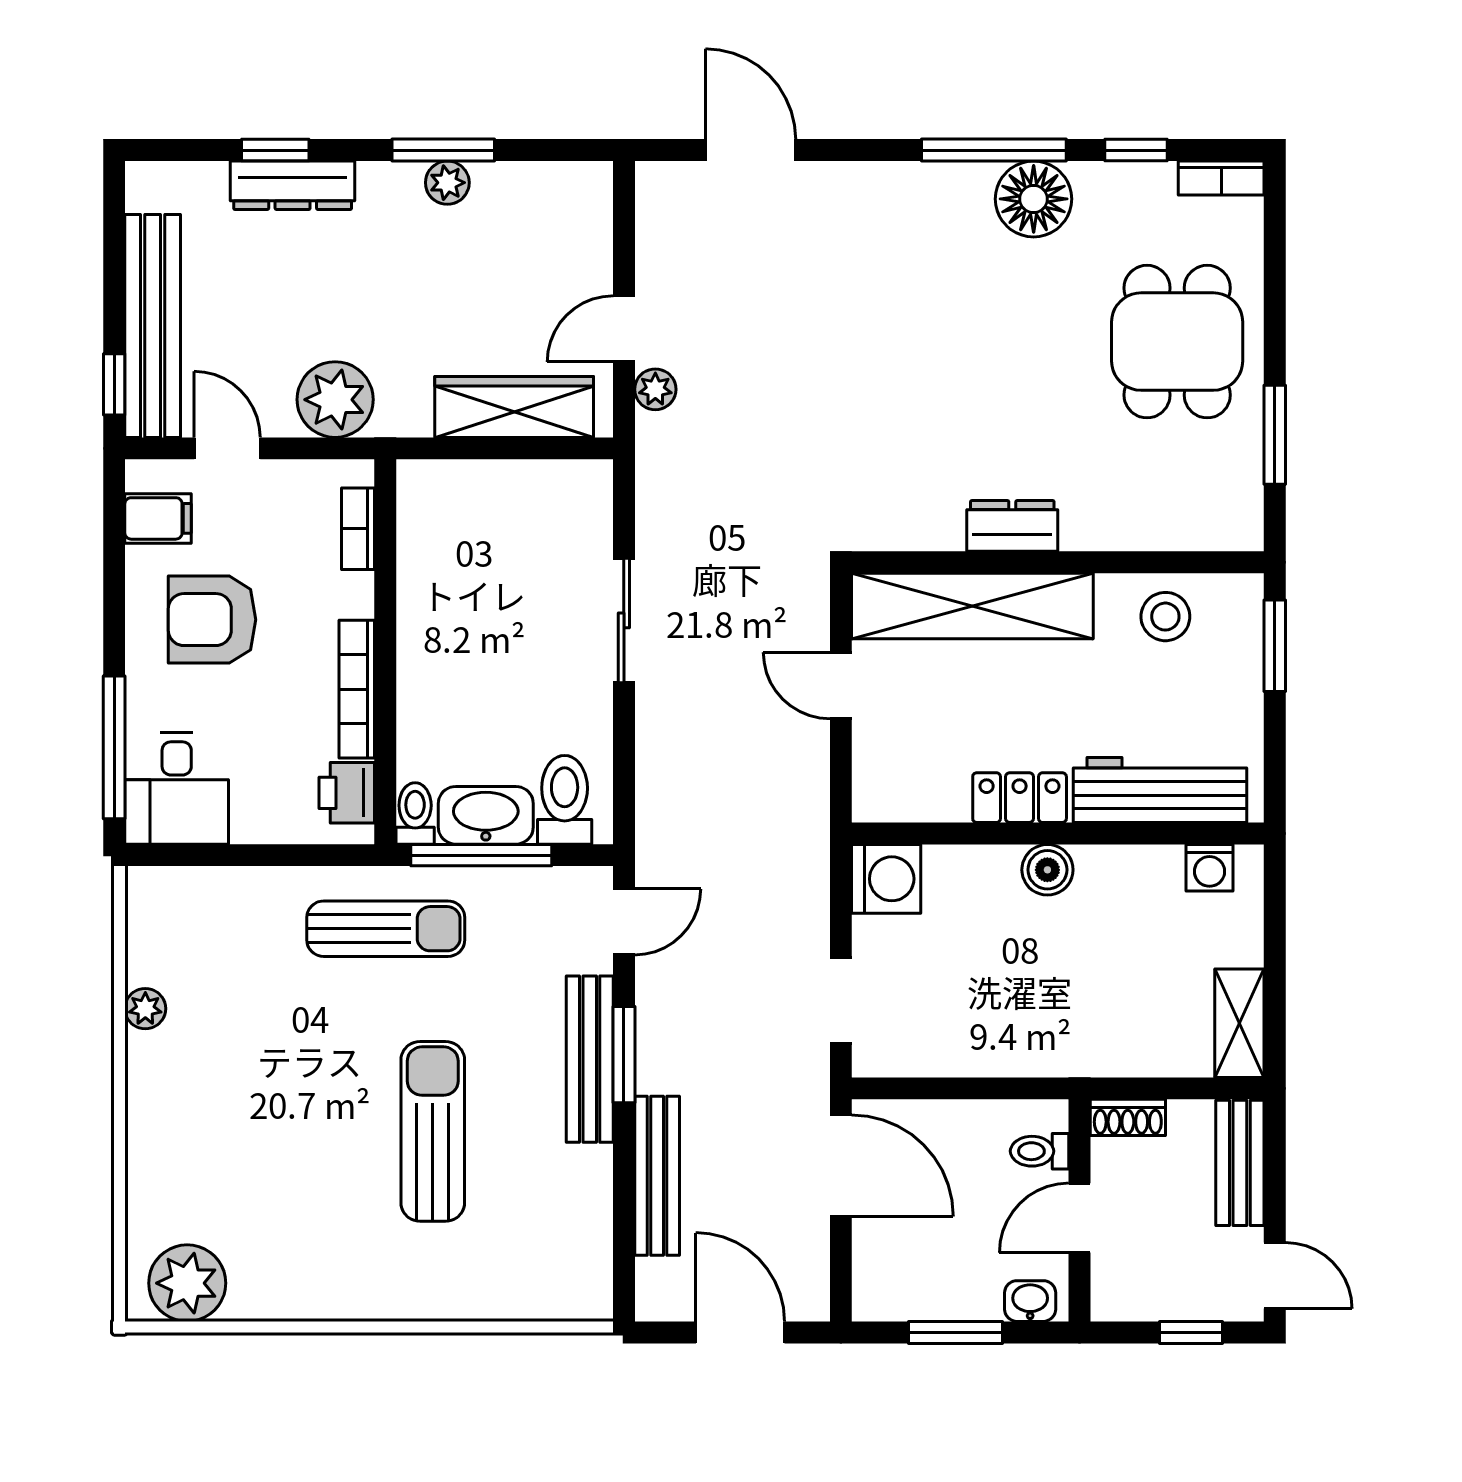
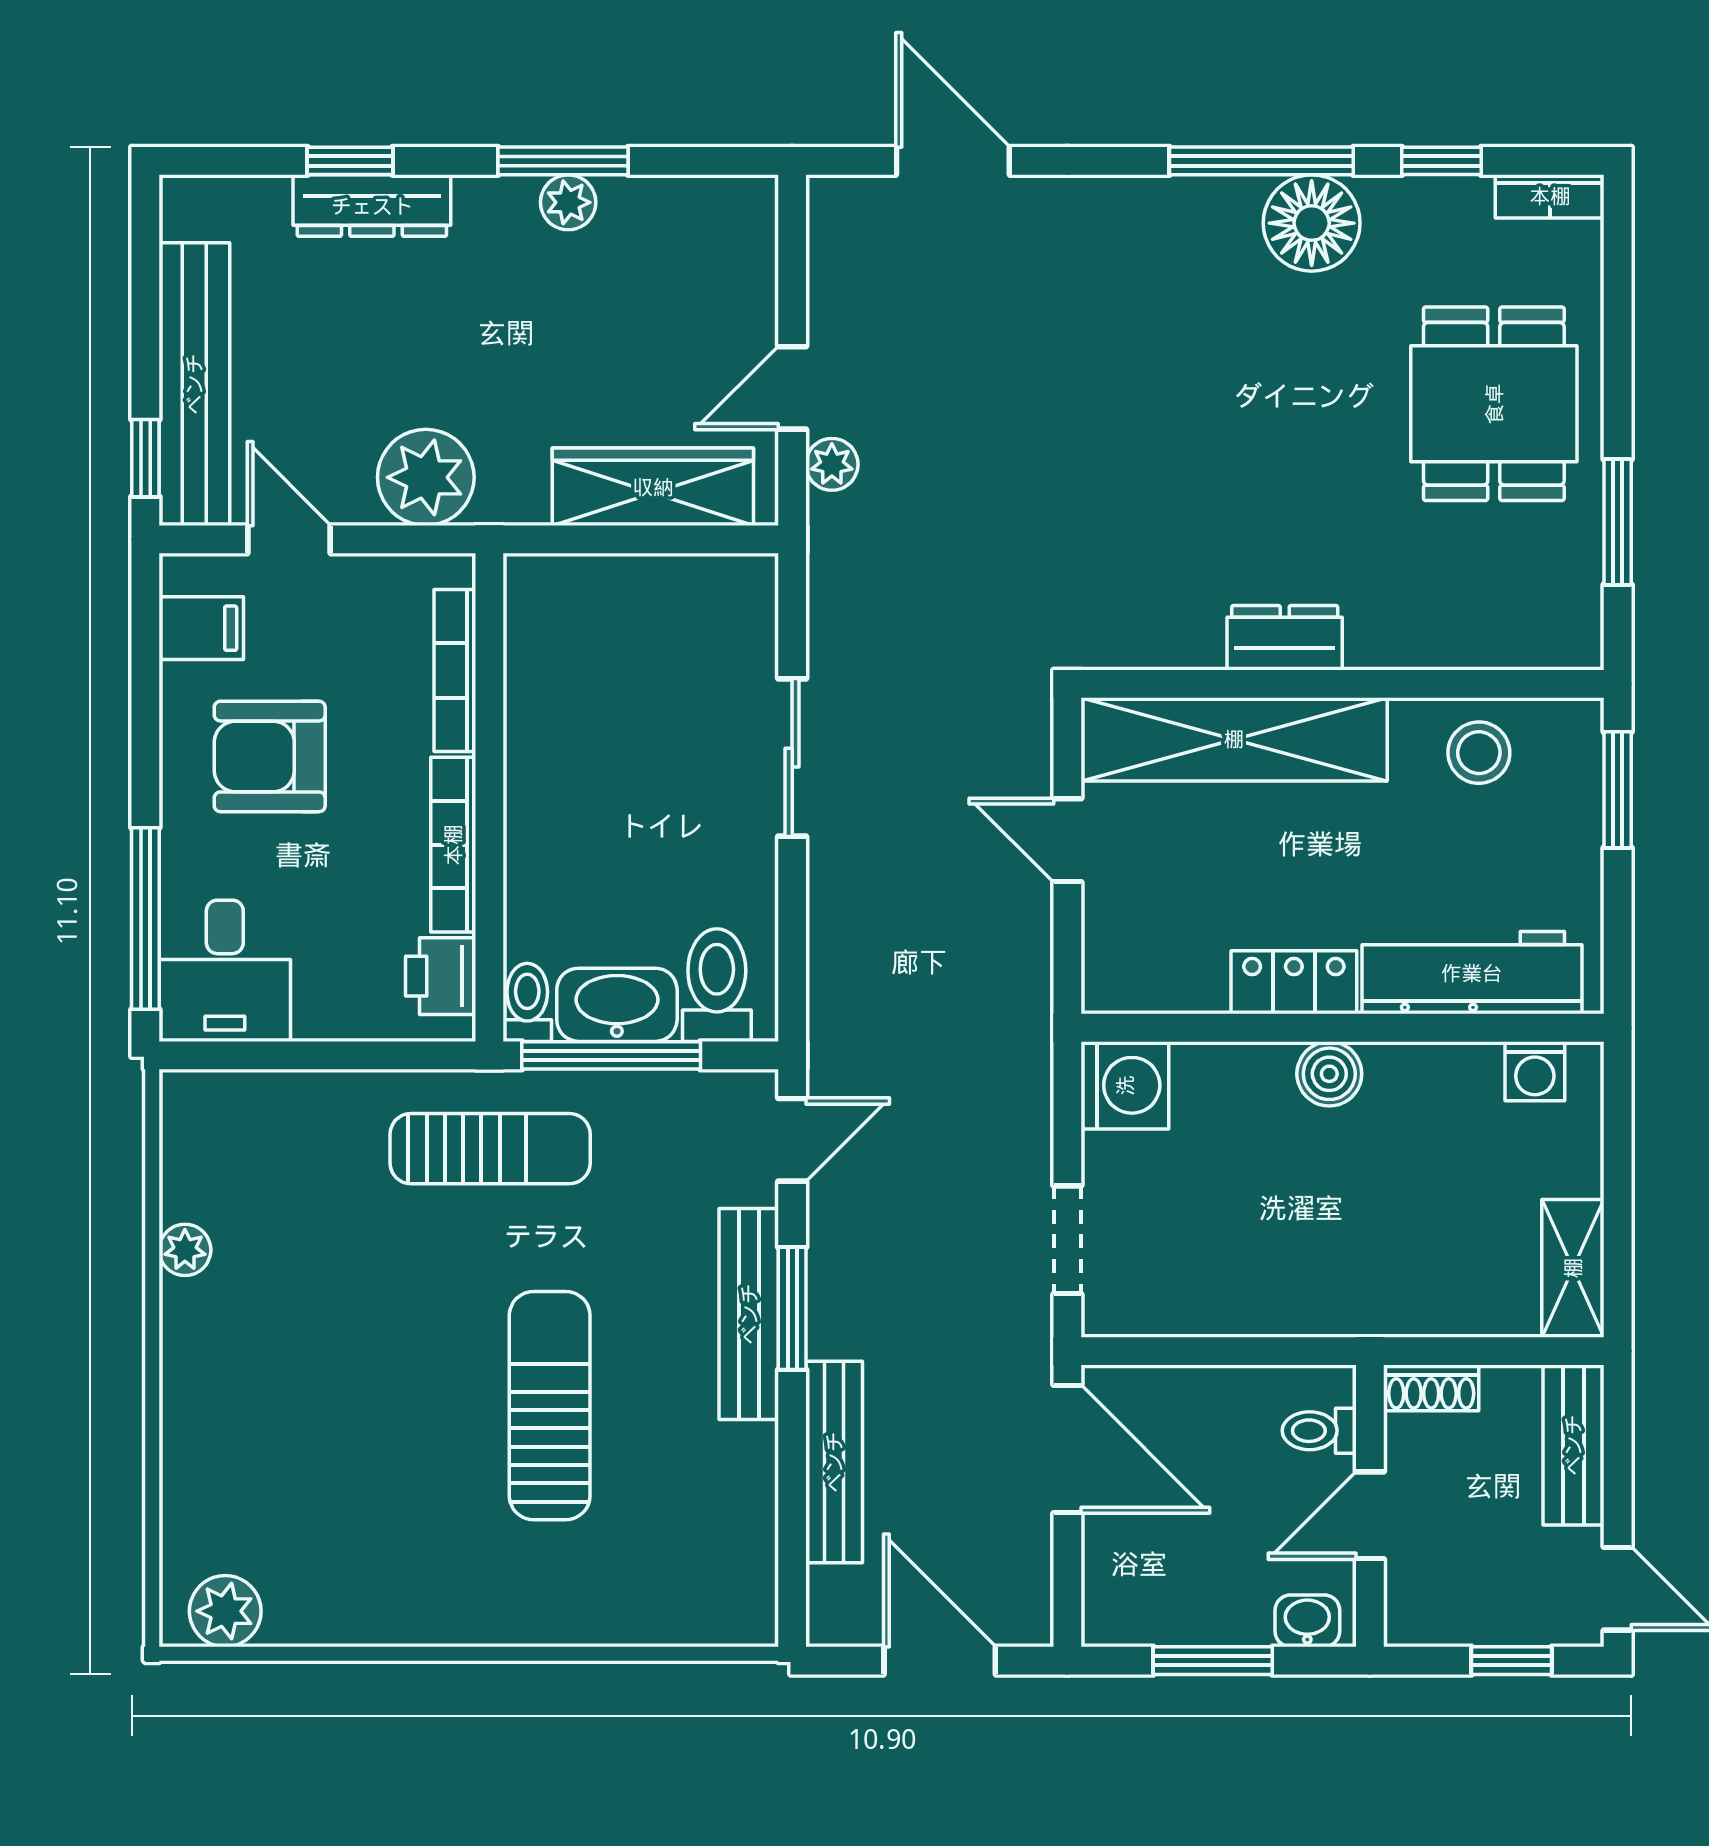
bookcase: (358, 529) -> (455, 670), width x1.56
plant: (187, 1283) -> (225, 1611), width x0.73, depth x0.73

